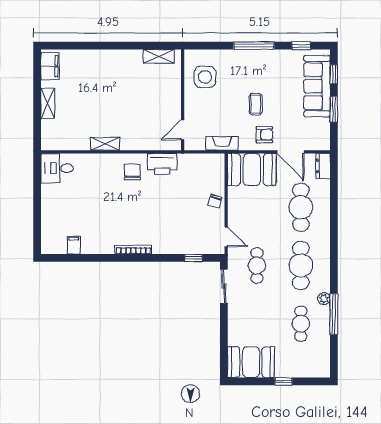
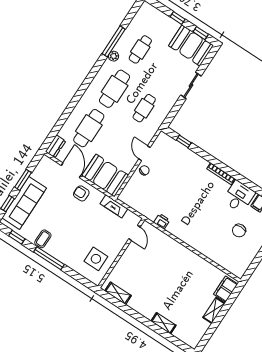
filing cabinet: (50, 66) -> (226, 289), moved
coffee table: (256, 104) -> (43, 239), moved
door: (183, 130) -> (135, 233), hinge flipped
shelving: (105, 144) -> (163, 323), moved
printer: (162, 164) -> (162, 221), width x0.53, depth x0.68
desk: (57, 168) -> (239, 197), moved, turned -90
chair: (132, 172) -> (239, 231), moved
door: (226, 237) -> (144, 153), moved
sliding door: (224, 286) -> (191, 86), moved
window: (249, 381) -> (201, 33), added

